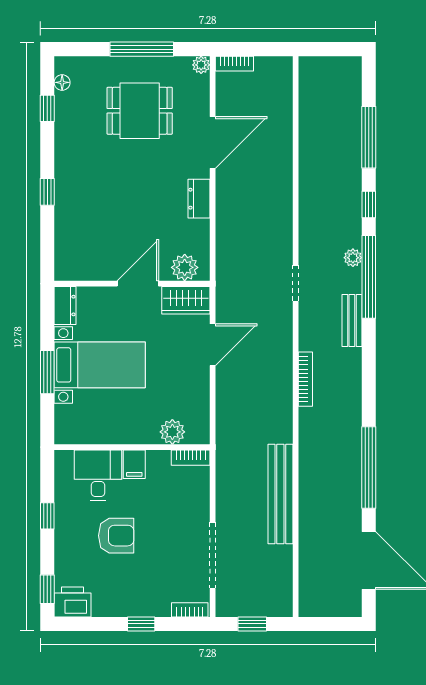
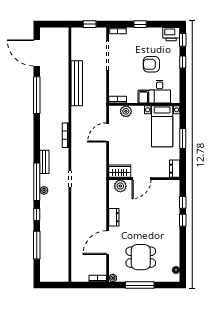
window: (47, 108) -> (183, 202), moved
door: (213, 345) -> (108, 132), moved
bed with nightstands: (100, 365) -> (162, 126), moved, turned -90
window: (47, 516) -> (183, 62), moved

